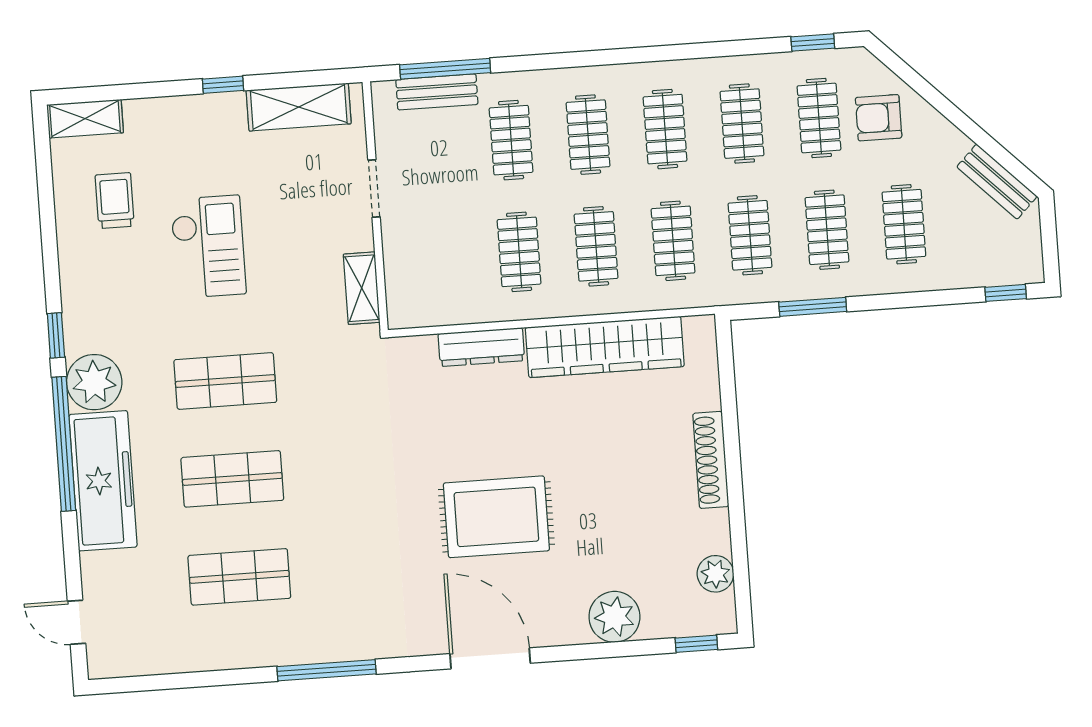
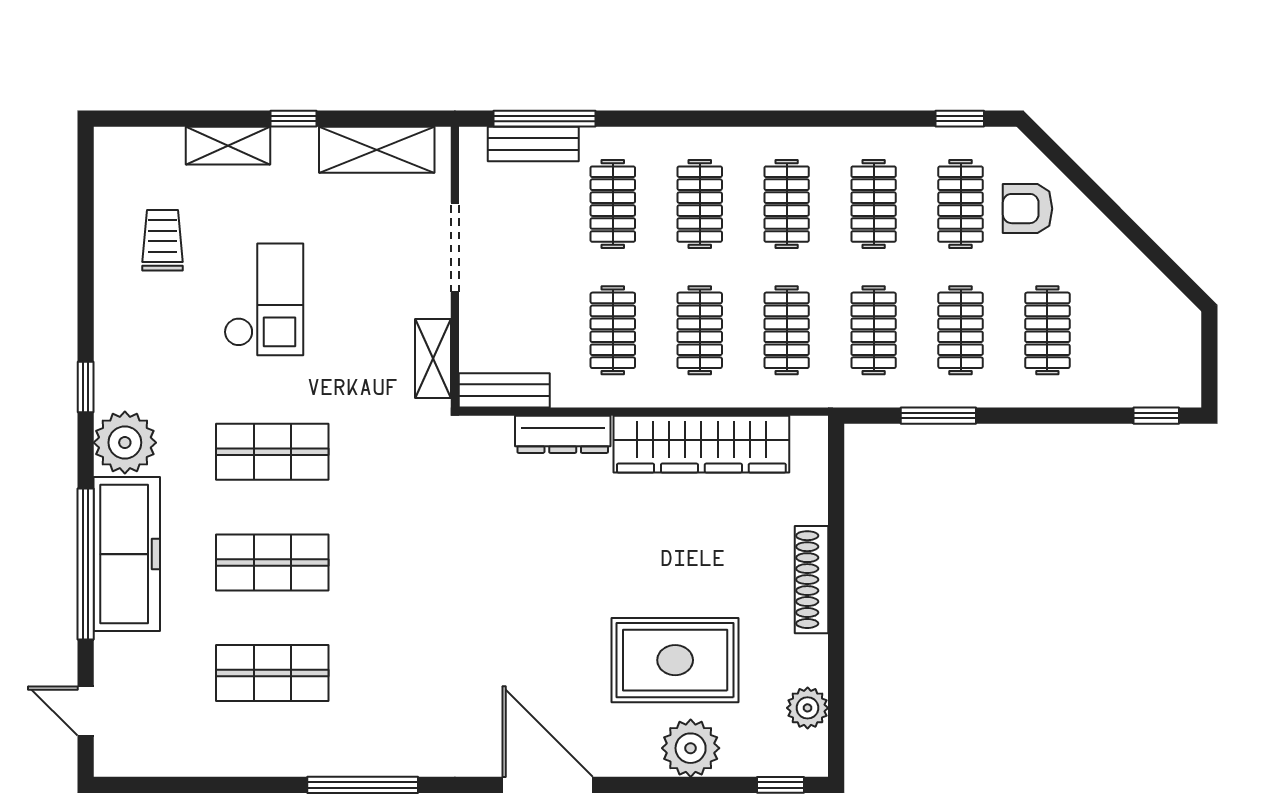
shelving: (85, 119) -> (228, 146), moved
bench: (997, 182) -> (504, 390), moved, turned -45
doorway: (374, 189) -> (455, 247), width x1.38
window: (64, 444) -> (86, 564), moved
rug: (496, 517) -> (675, 660), moved

